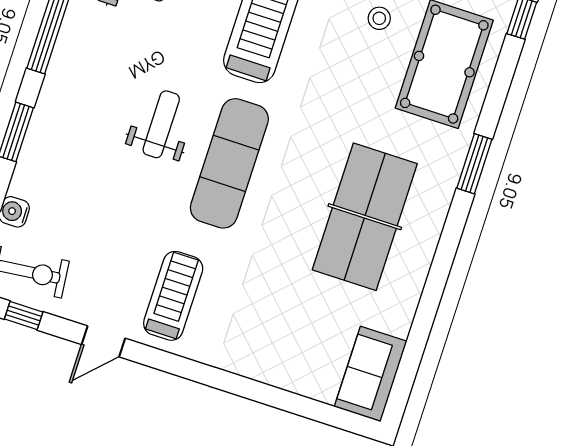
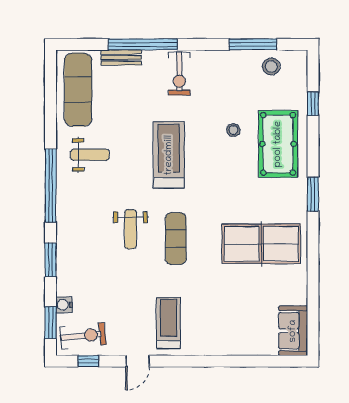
weight bench: (161, 124) -> (130, 229), turned 180
exercise mat: (229, 163) -> (176, 239), width x0.73, depth x0.69
table tennis table: (365, 217) -> (261, 244), turned 90

